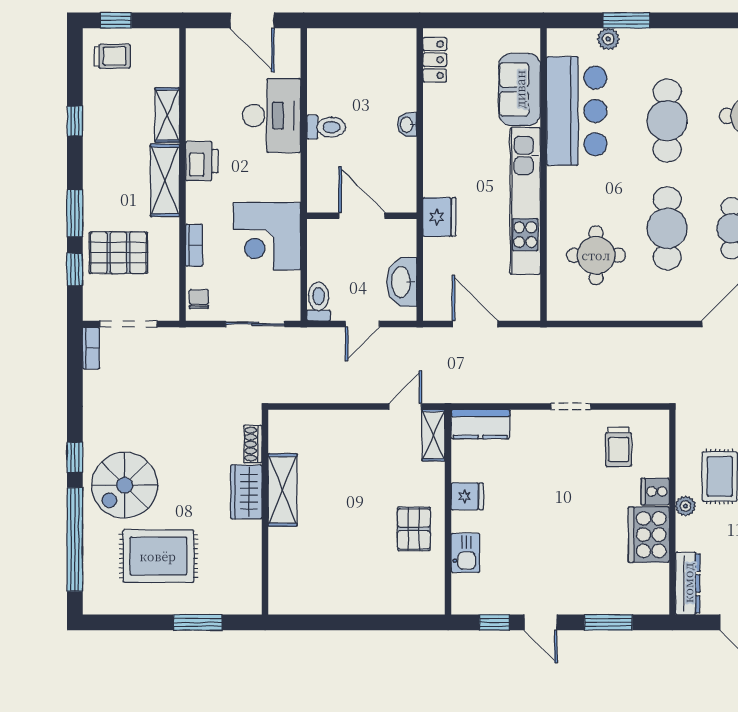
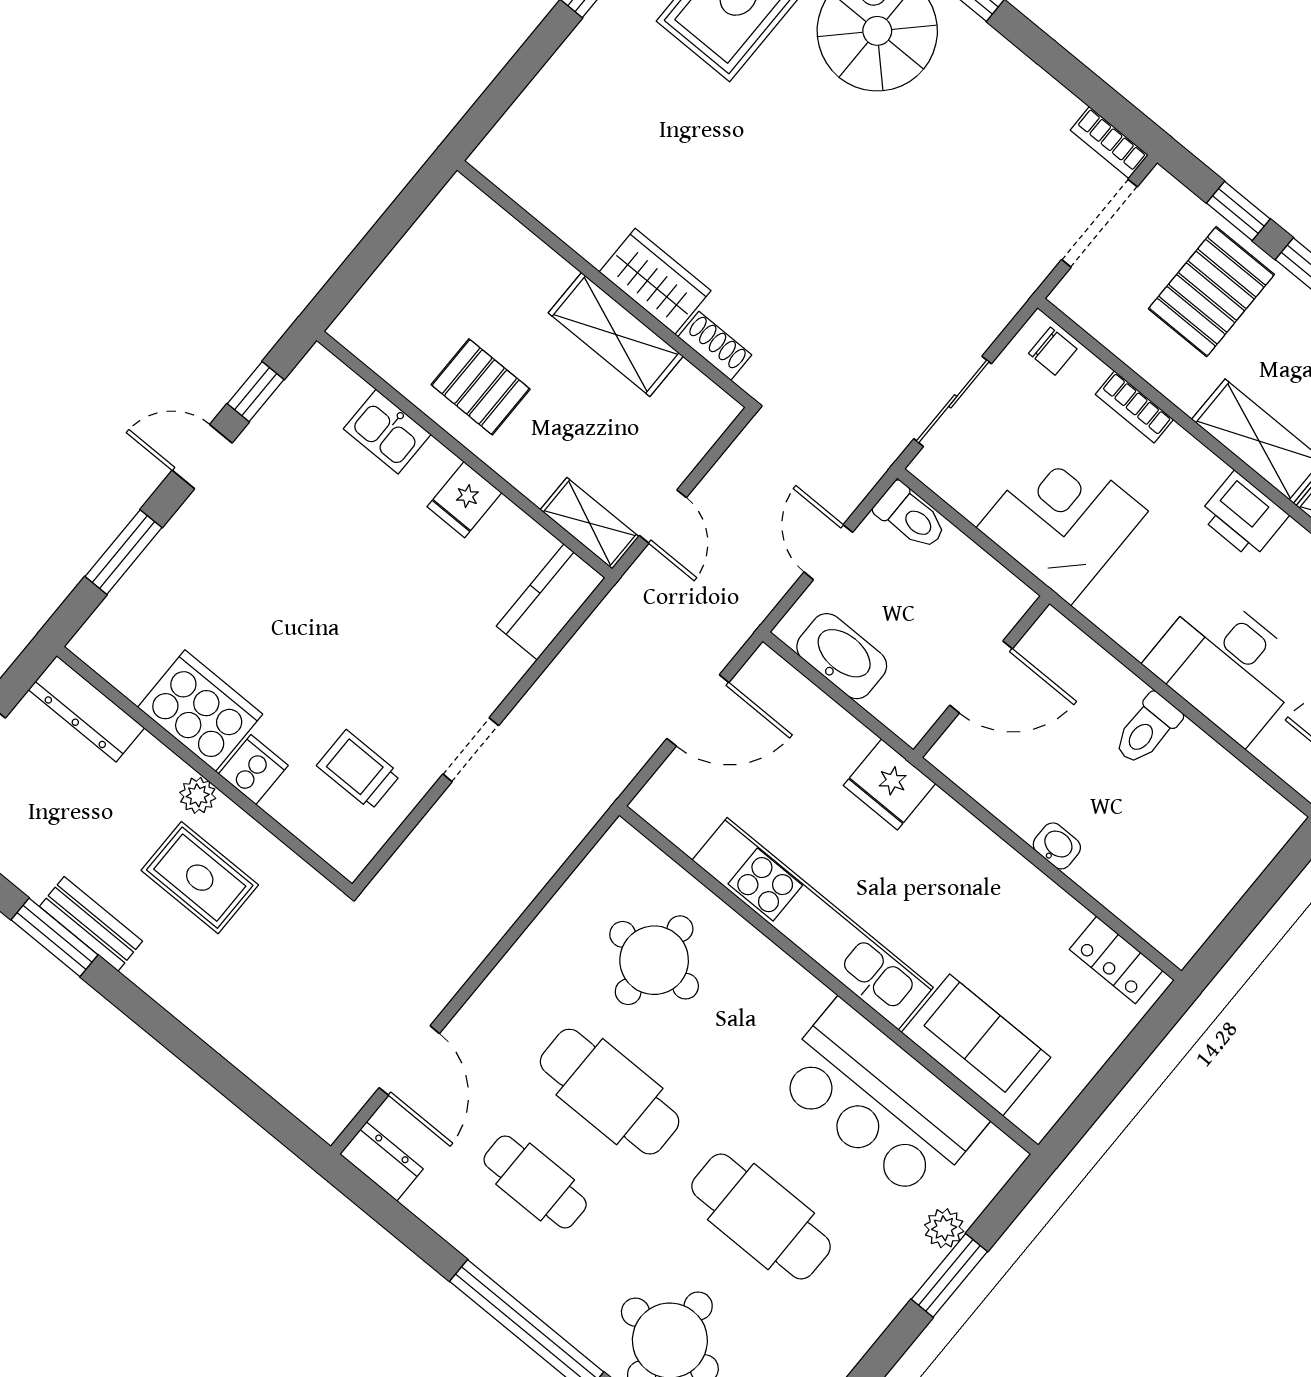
shoe rack: (253, 444) -> (715, 346), moved
shelving: (283, 490) -> (616, 335), moved
wardrobe: (246, 492) -> (655, 281), moved
wall: (265, 512) -> (605, 284), moved

